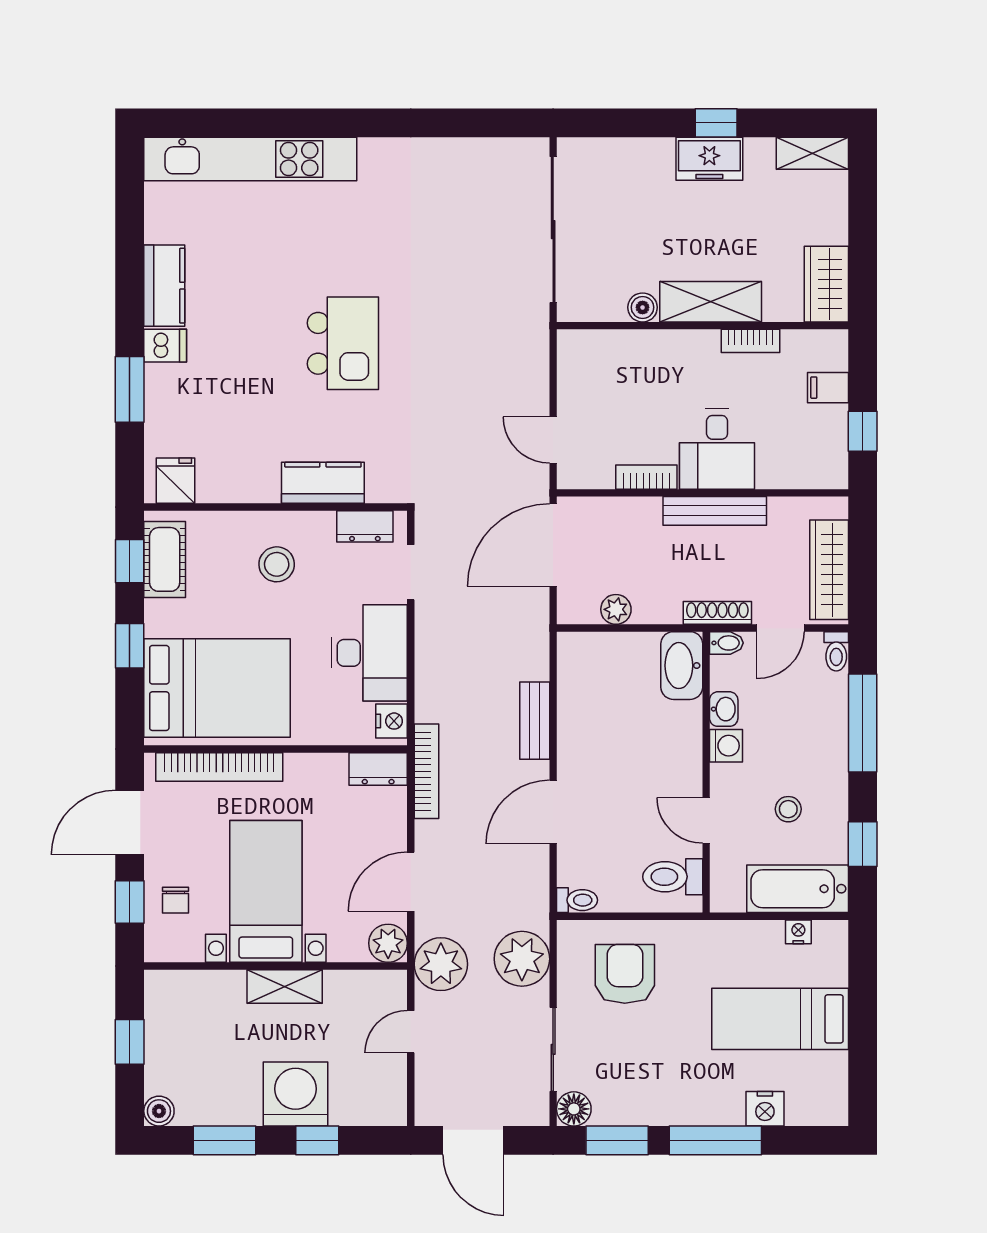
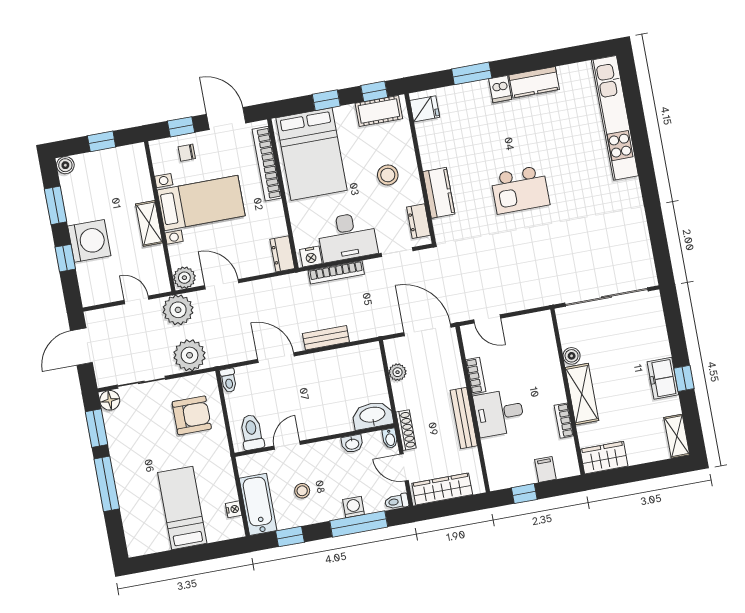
door: (553, 440) -> (487, 319), swing flipped
washing machine: (726, 746) -> (354, 507), moved, turned 180
bookcase: (426, 771) -> (336, 272), moved
nightstand: (765, 1109) -> (130, 509), removed

